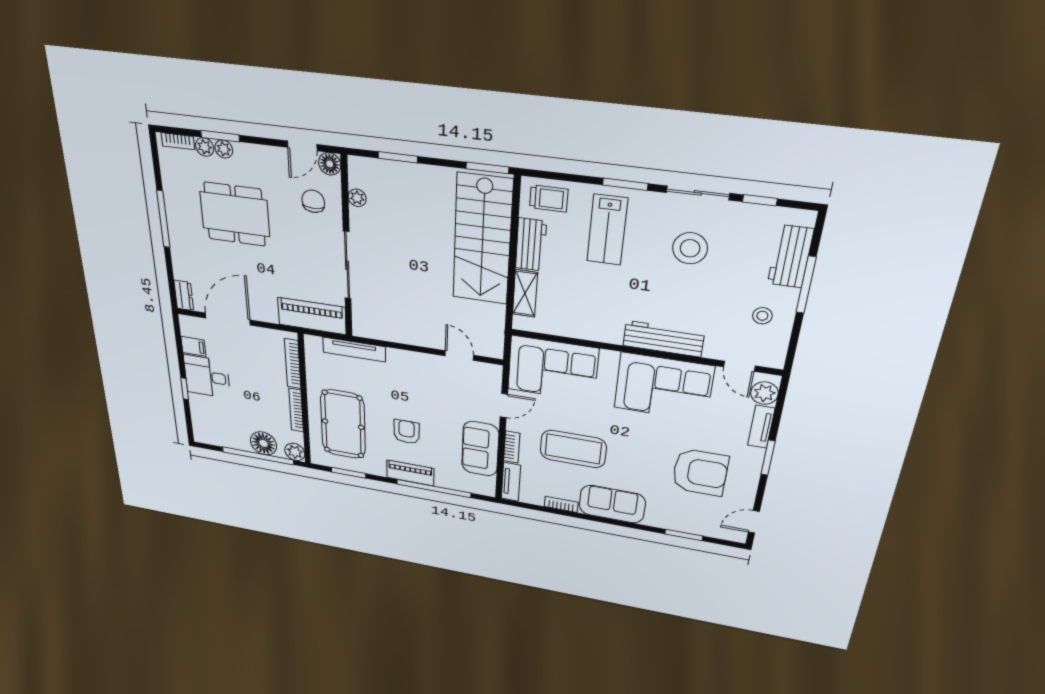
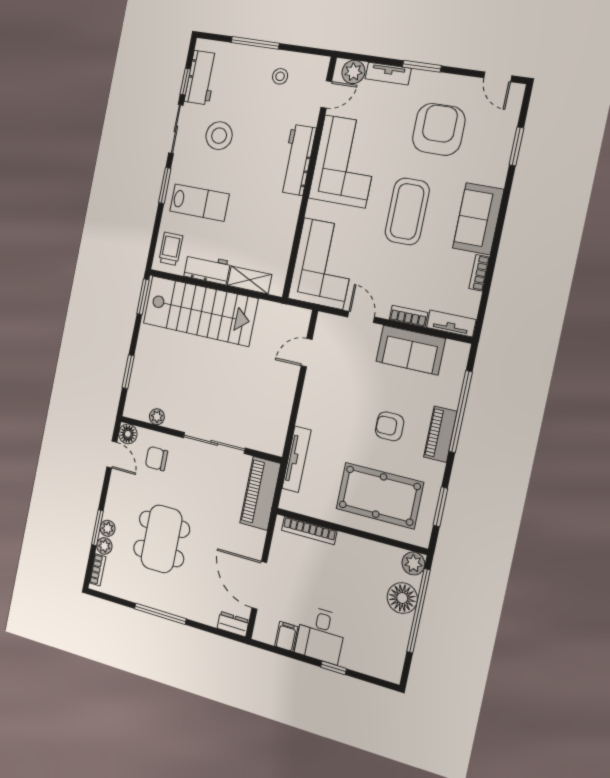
workbench: (790, 256) -> (201, 78), moved, turned -90
bookcase: (296, 410) -> (362, 544), removed
coffee table: (573, 449) -> (407, 211), moved

